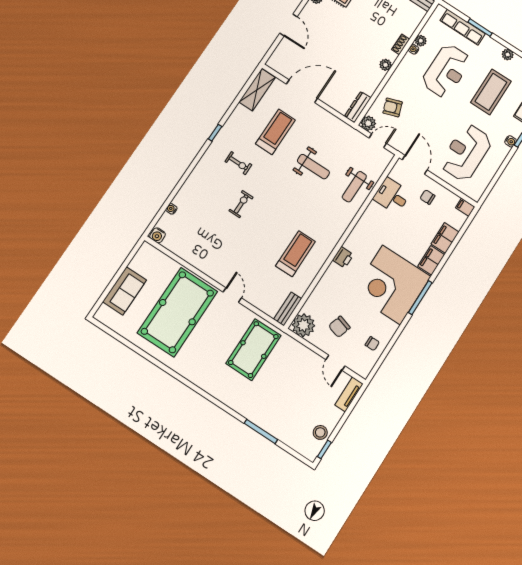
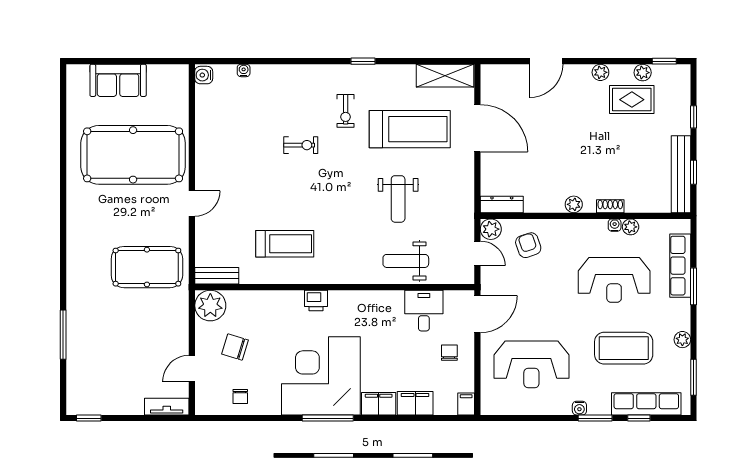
treadmill: (275, 132) -> (410, 129), width x1.37, depth x1.37
reception desk: (466, 152) -> (531, 364), turned 180
stool: (320, 432) -> (104, 401), removed

